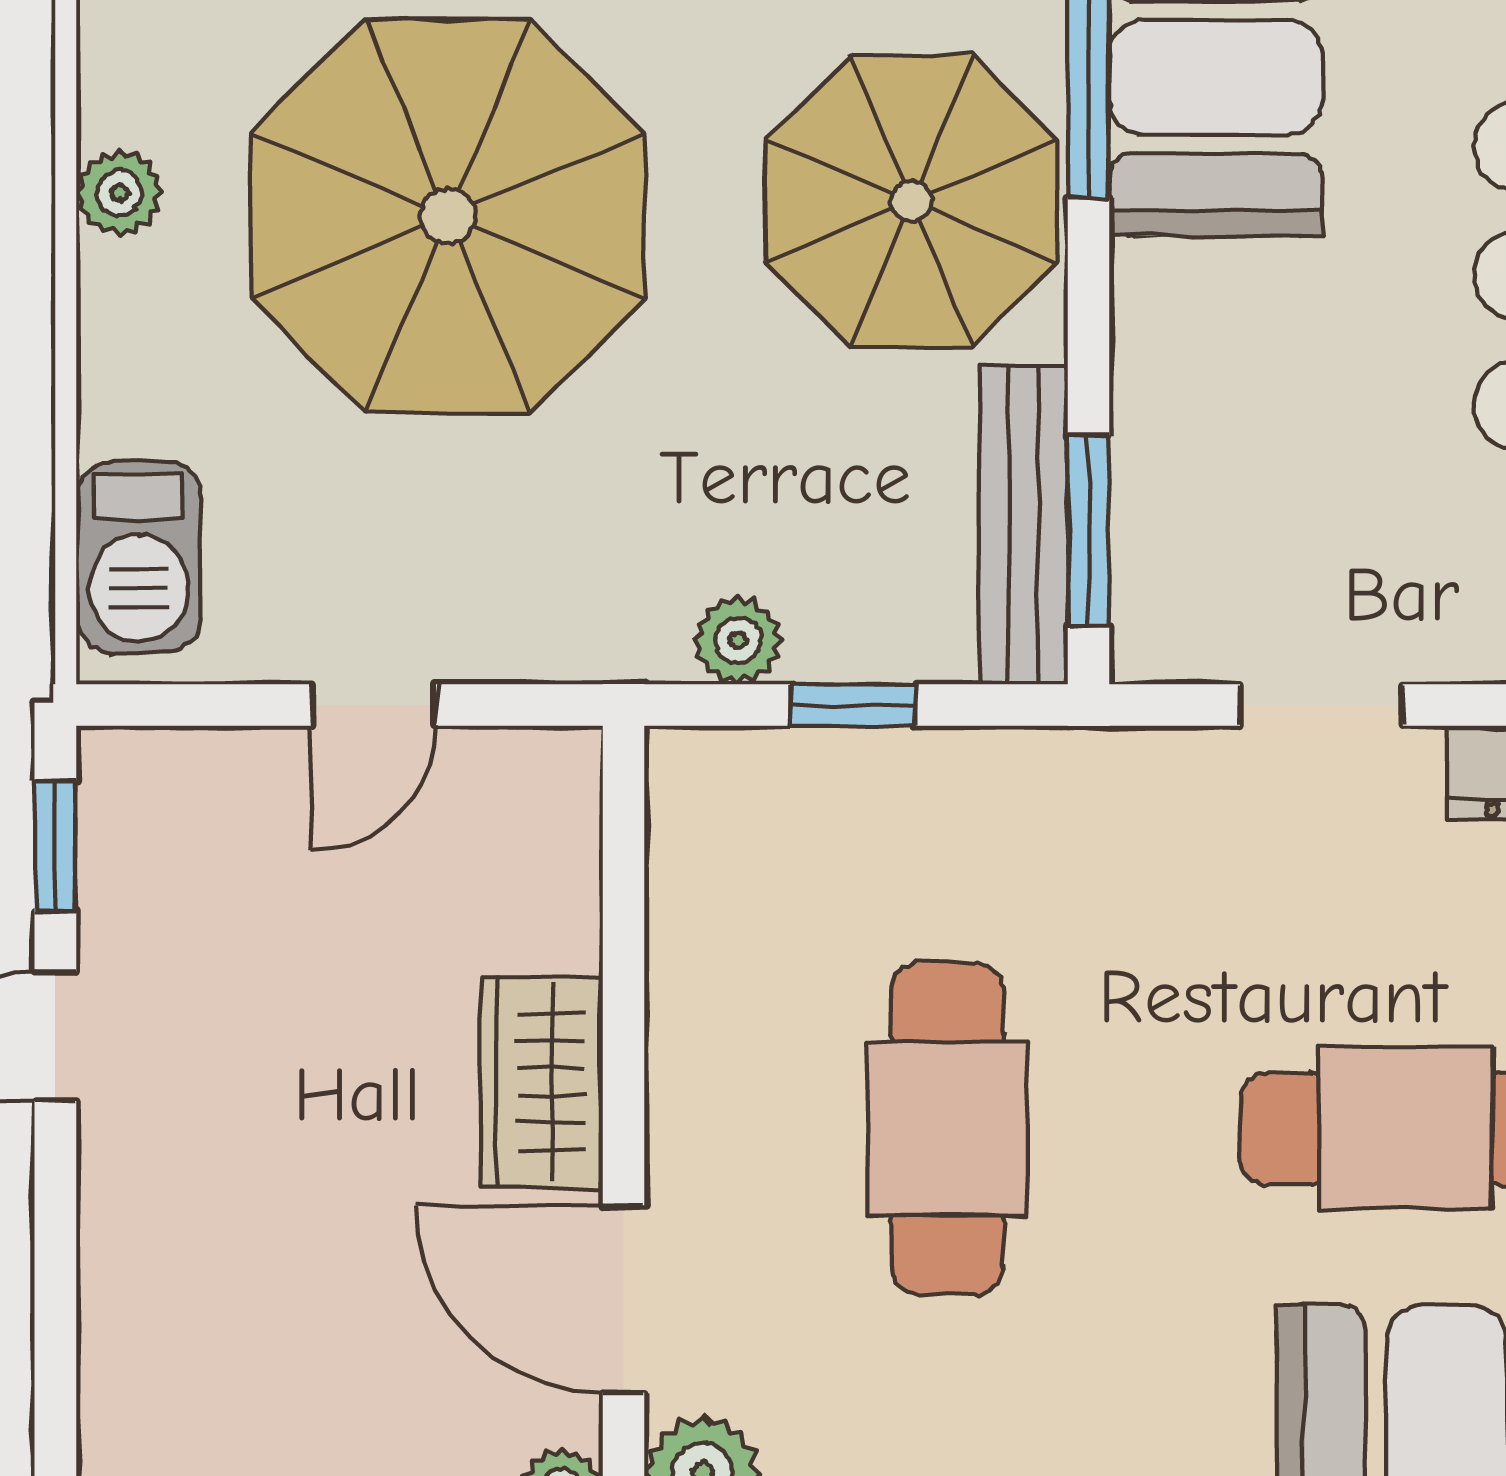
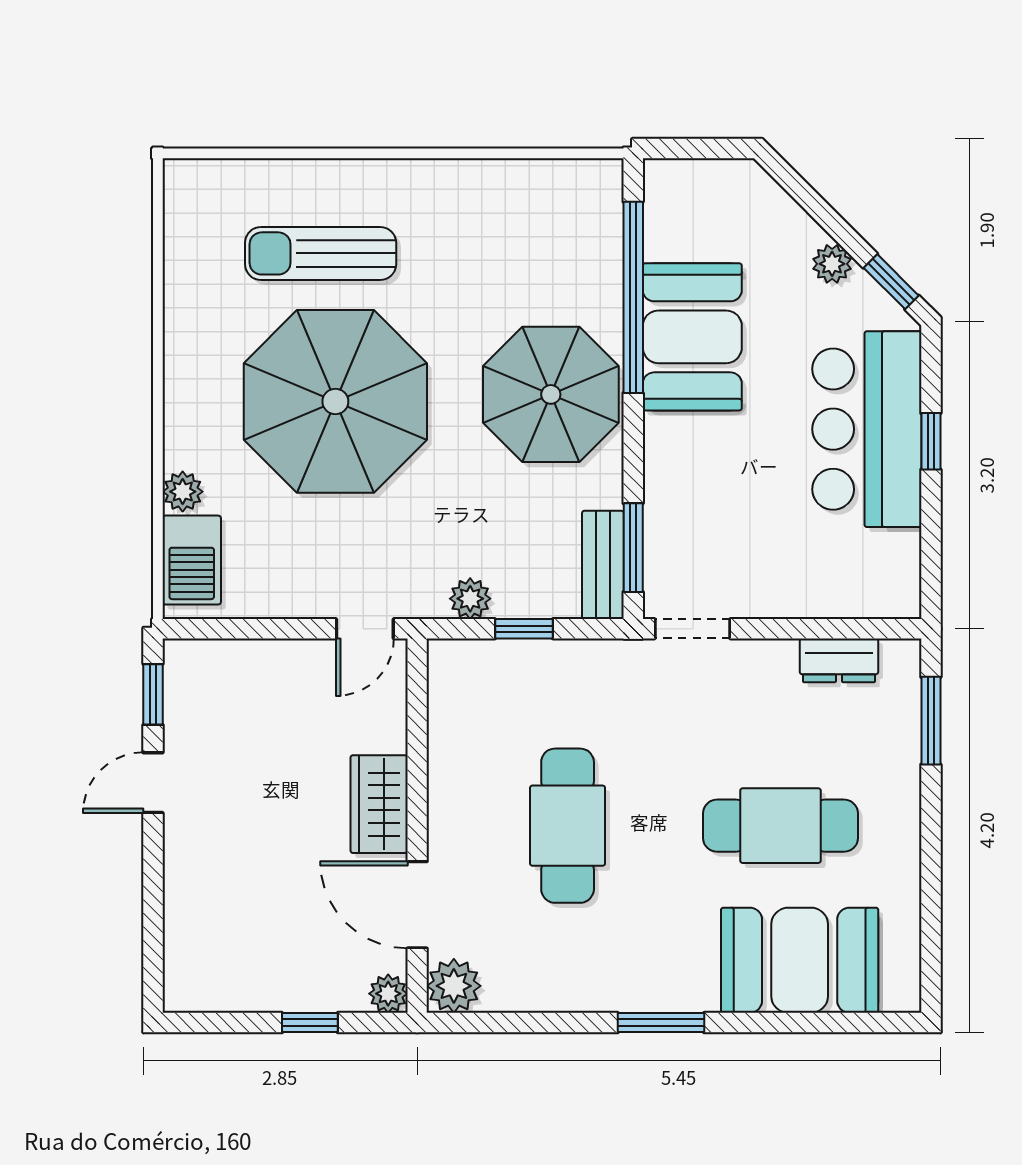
plant: (119, 193) -> (183, 492), moved
bench: (1023, 525) -> (603, 565), width x0.73
door: (374, 705) -> (365, 629), moved
doorway: (1321, 705) -> (692, 629), moved

